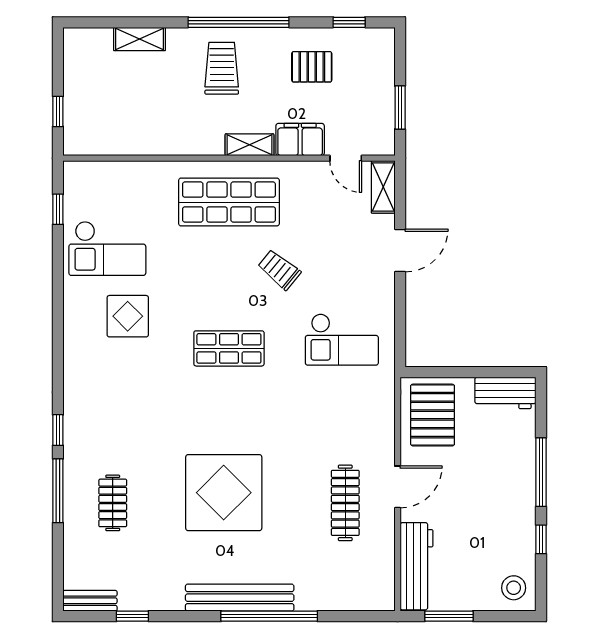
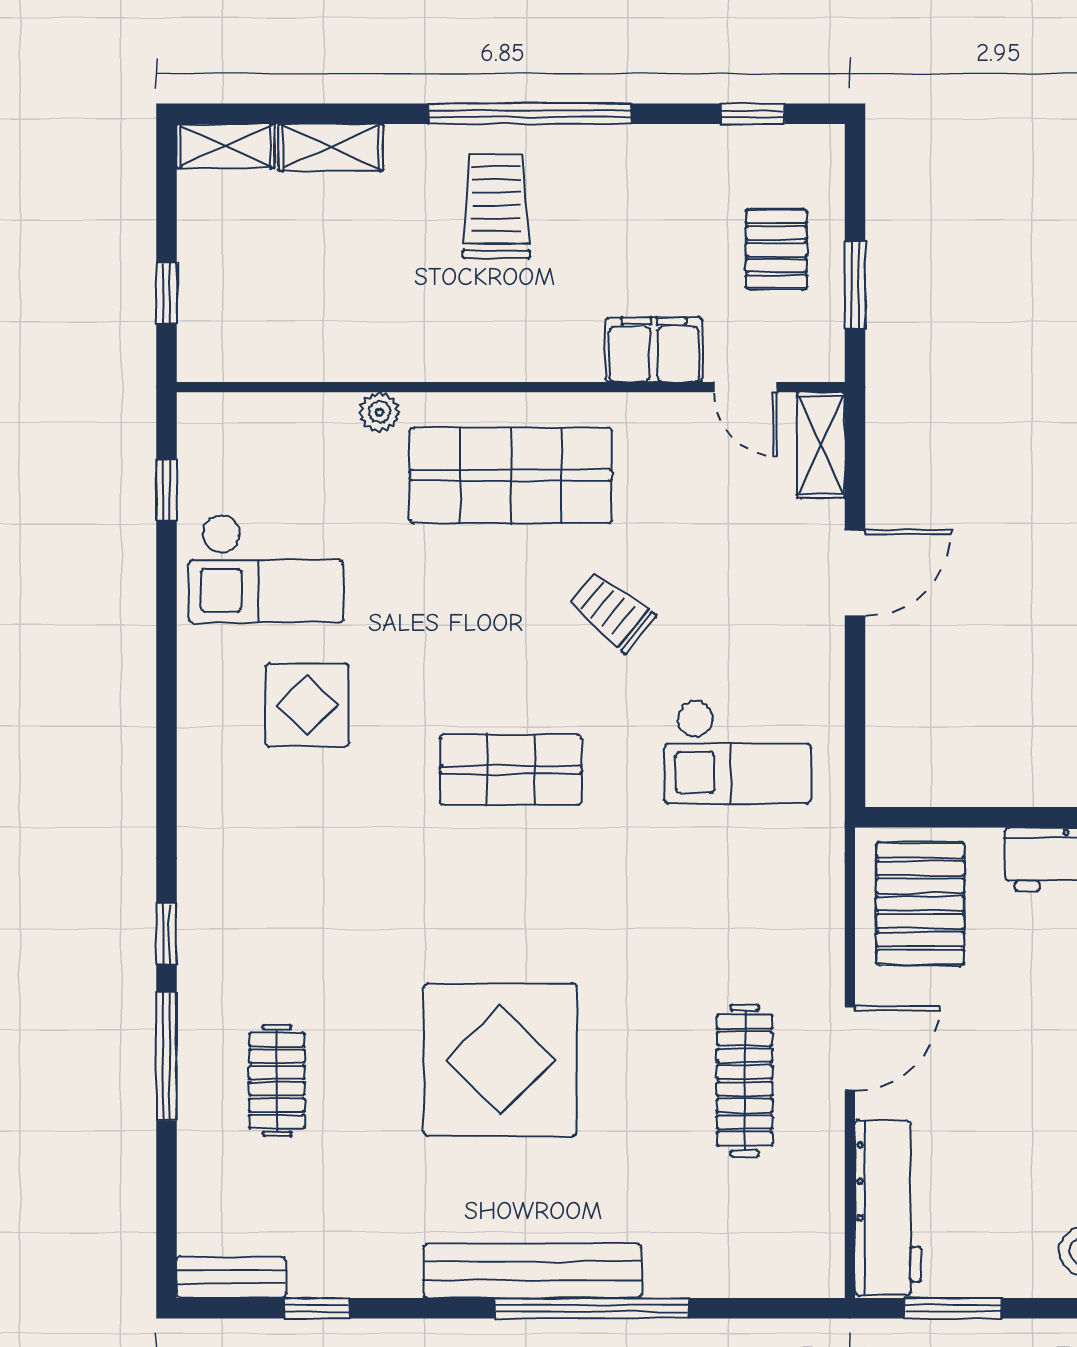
pallet: (312, 67) -> (776, 249), moved, turned 90
shelving: (250, 145) -> (226, 146), moved
plant: (164, 171) -> (379, 412), added

